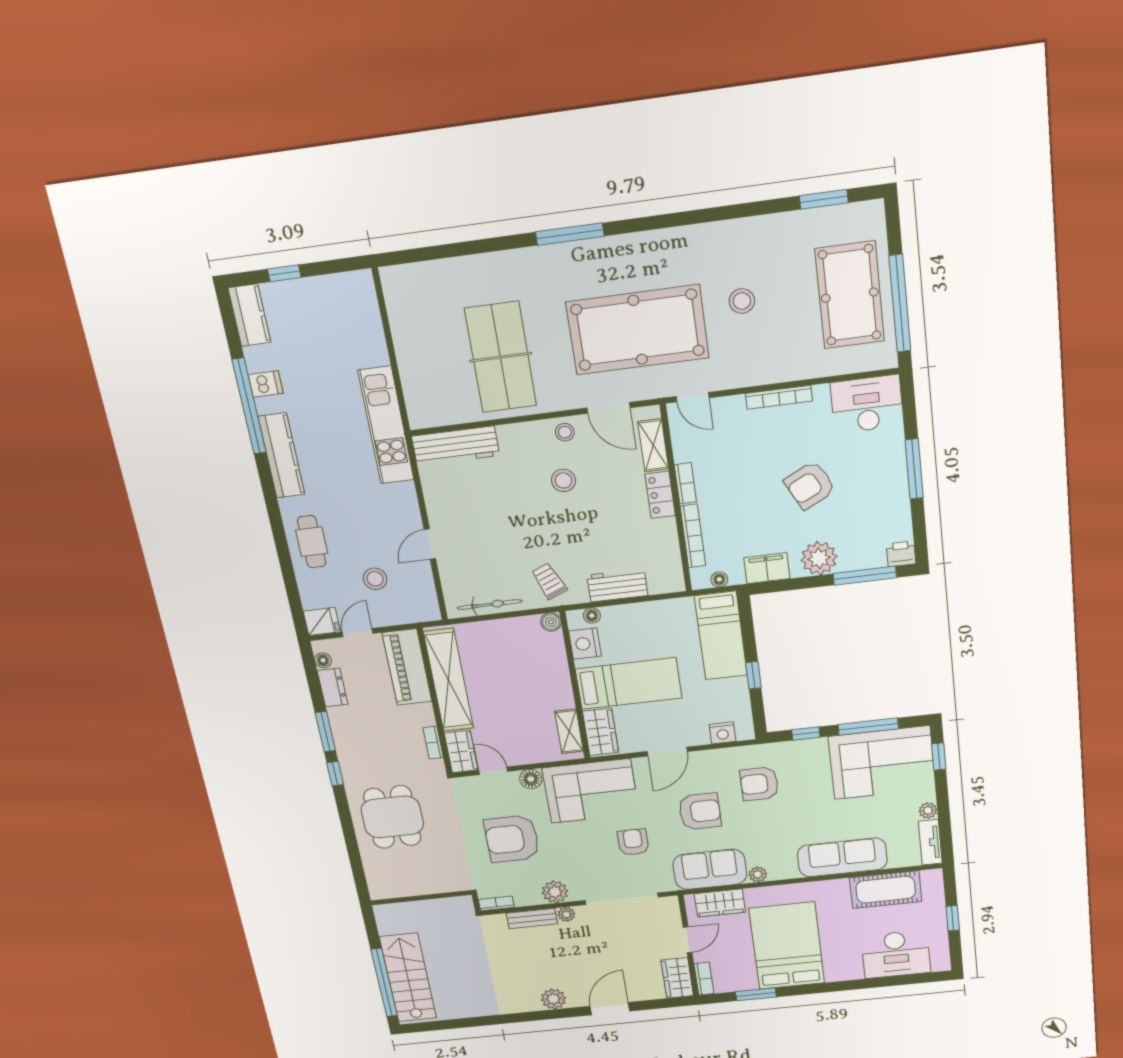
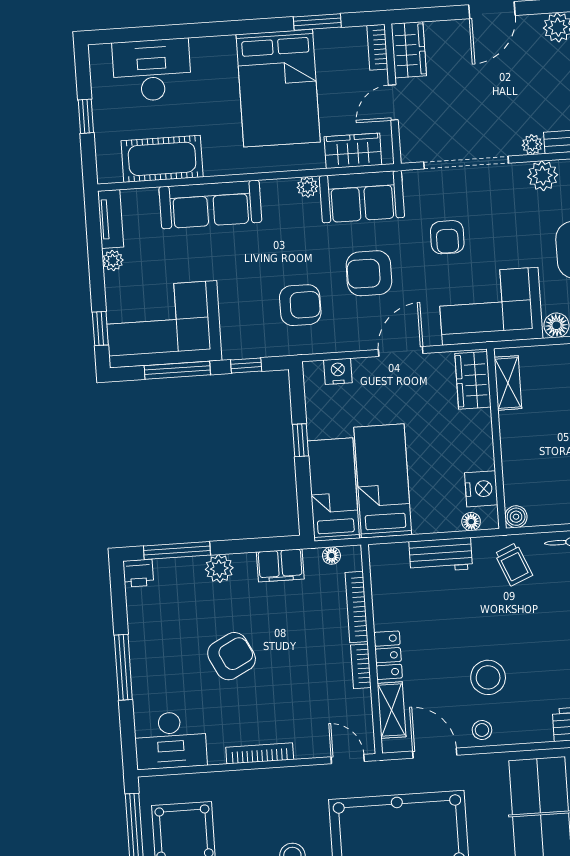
stool: (563, 480) -> (488, 677), width x1.38, depth x1.38
plant: (819, 558) -> (219, 569), width x0.73, depth x0.73
bed: (629, 683) -> (383, 481), moved, turned 90

